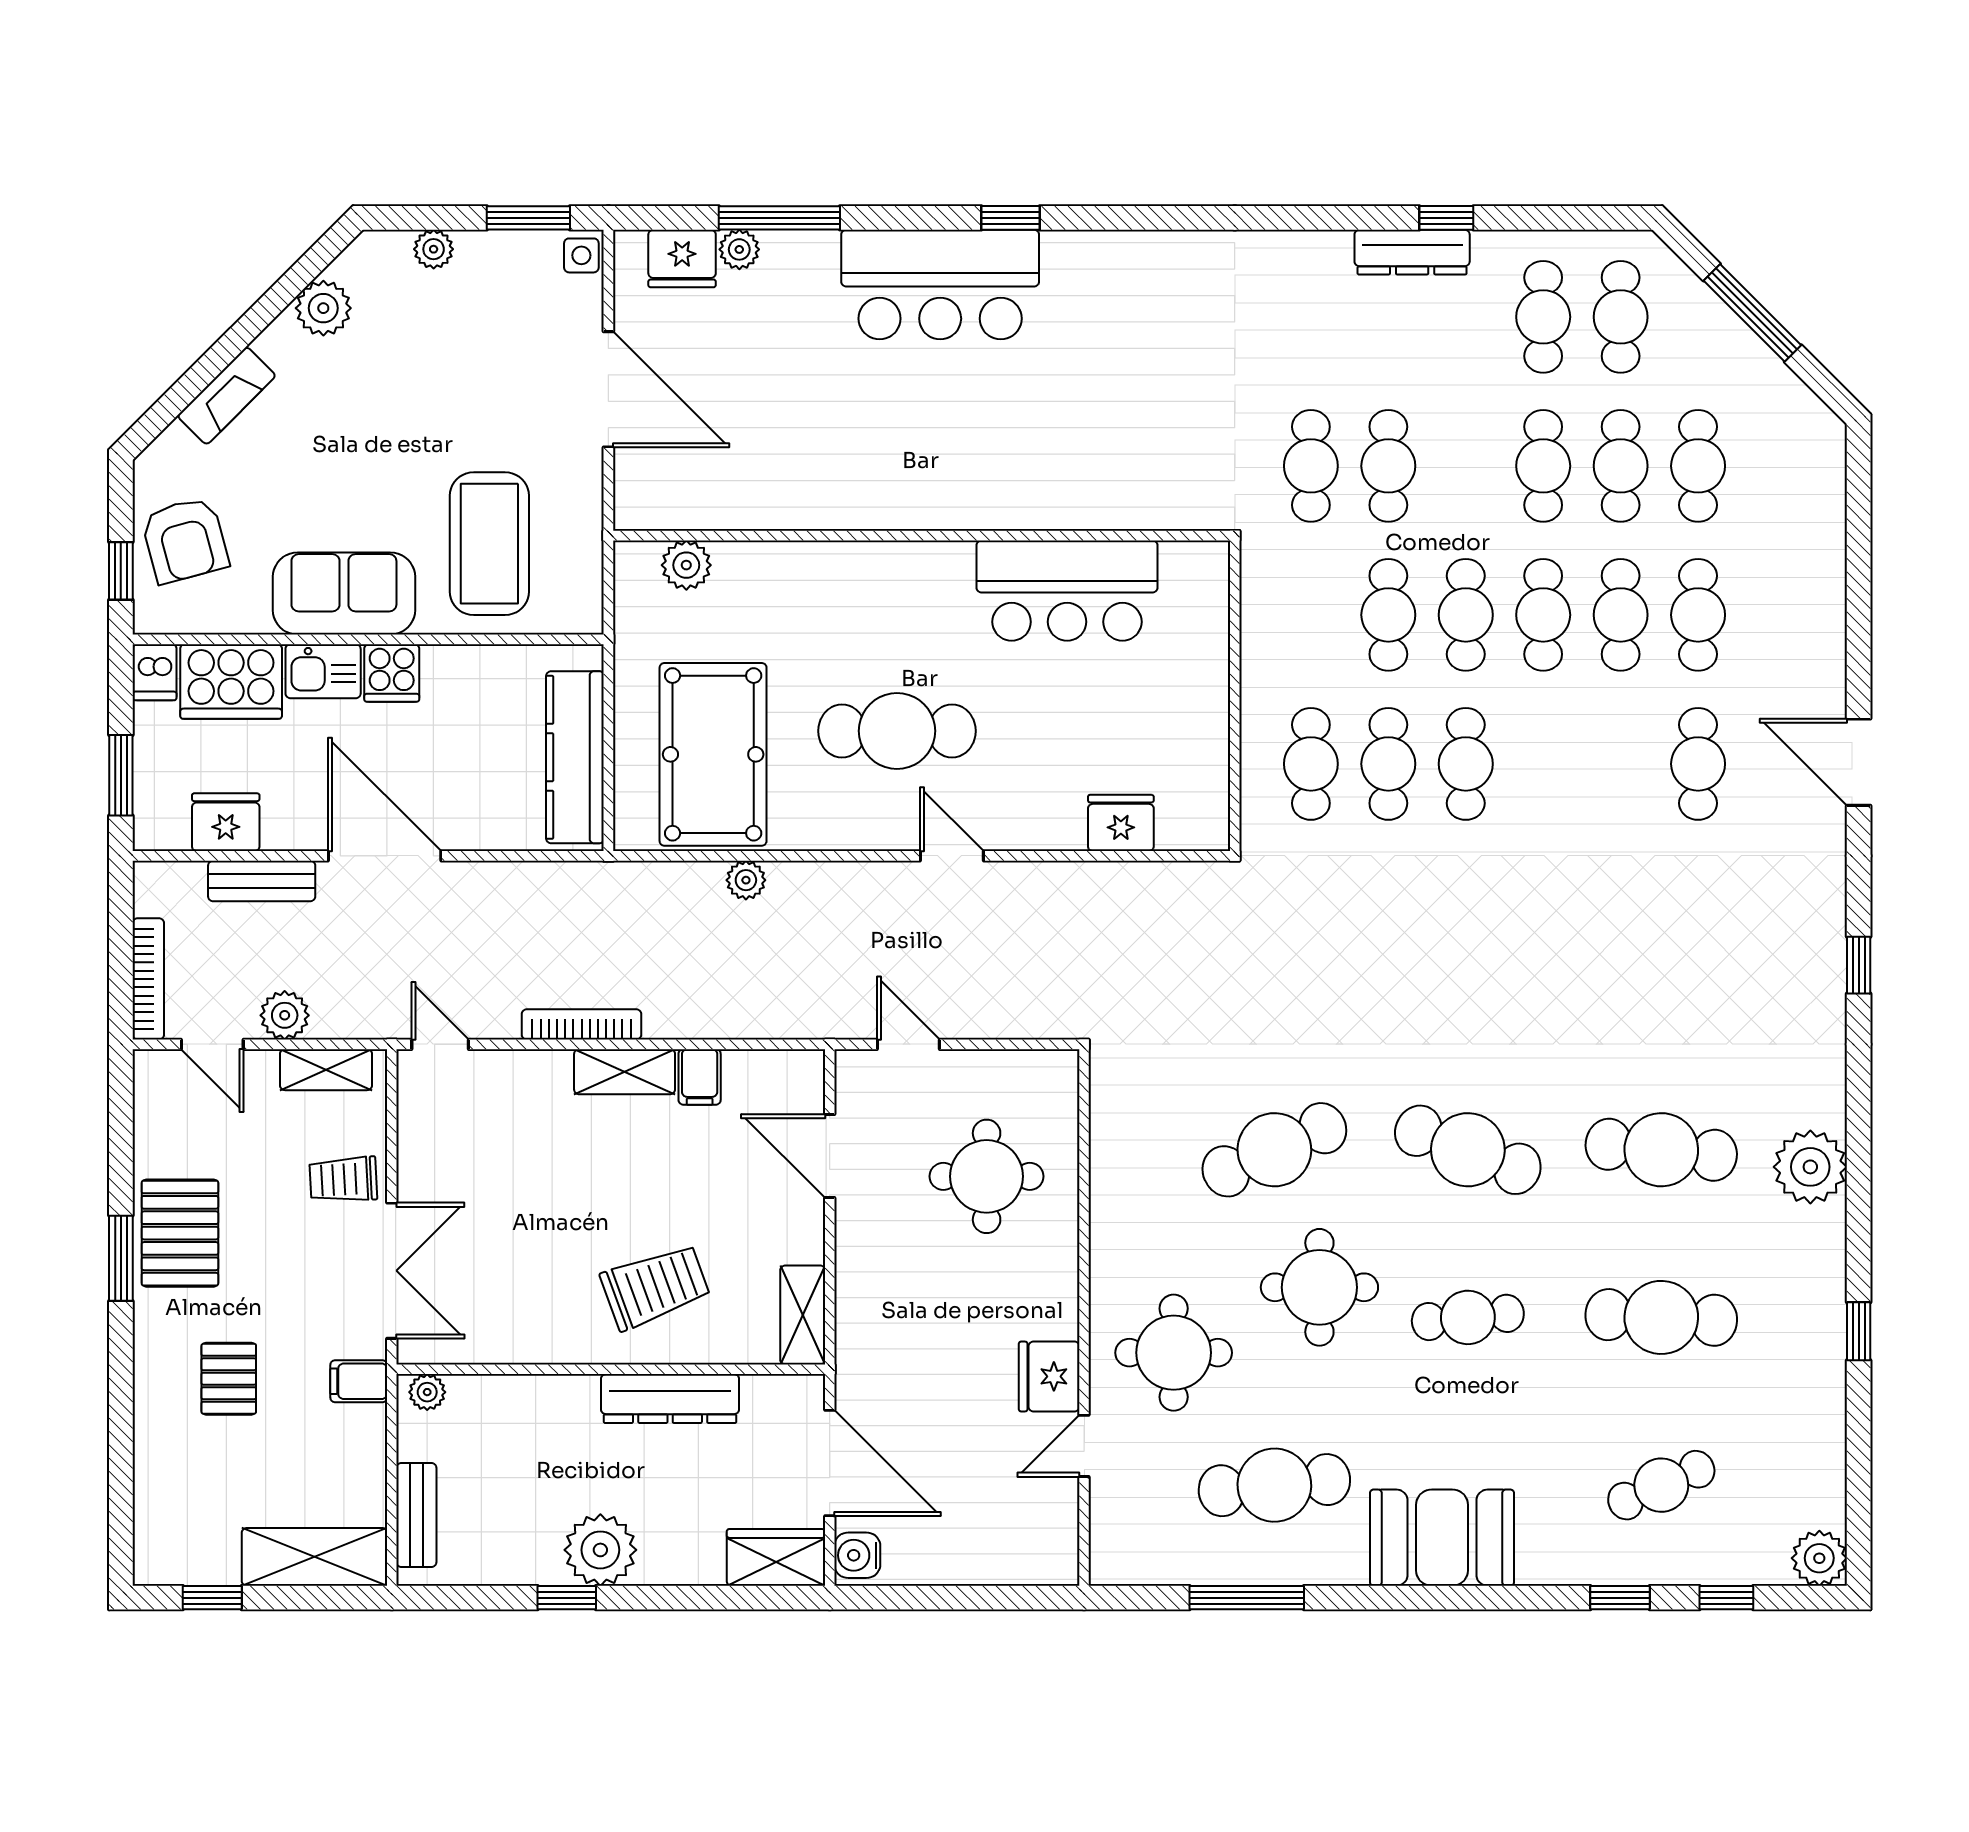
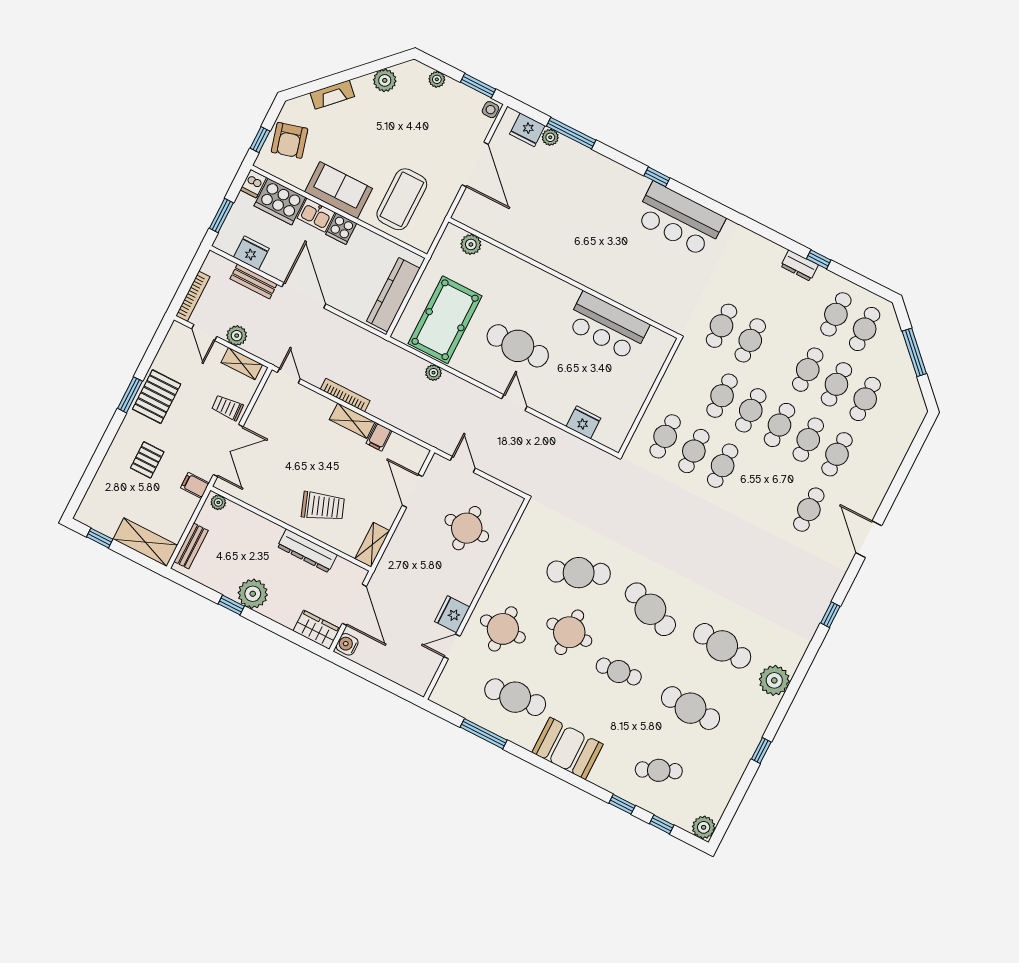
dresser: (1412, 252) -> (799, 266), width x0.70
bar counter: (940, 284) -> (679, 220), moved

